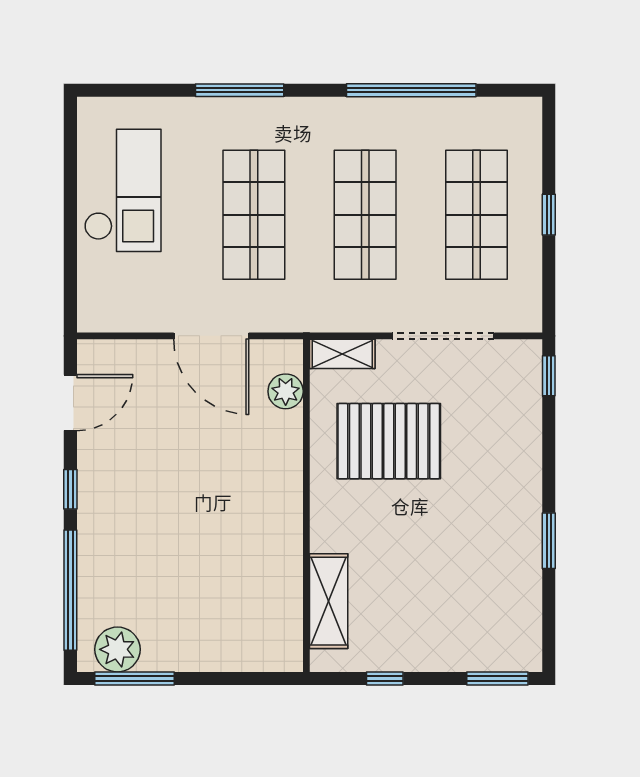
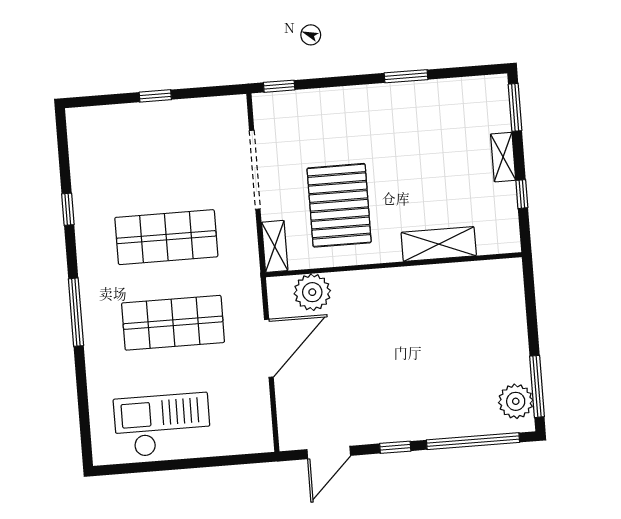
window: (240, 90) -> (76, 312), moved
window: (411, 90) -> (68, 209), width x0.32
shop shelf: (476, 215) -> (160, 152), removed
plant: (286, 391) -> (312, 292), width x1.36, depth x1.36
door: (70, 403) -> (329, 452), swing flipped
shelving: (329, 601) -> (439, 244), moved
shelving: (434, 658) -> (503, 157), added

